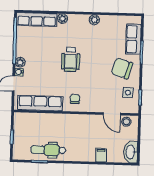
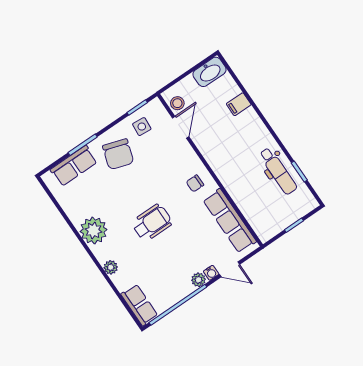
row of seats: (37, 20) -> (139, 305), width x0.68
plant: (94, 20) -> (94, 230), width x1.87, depth x1.87

